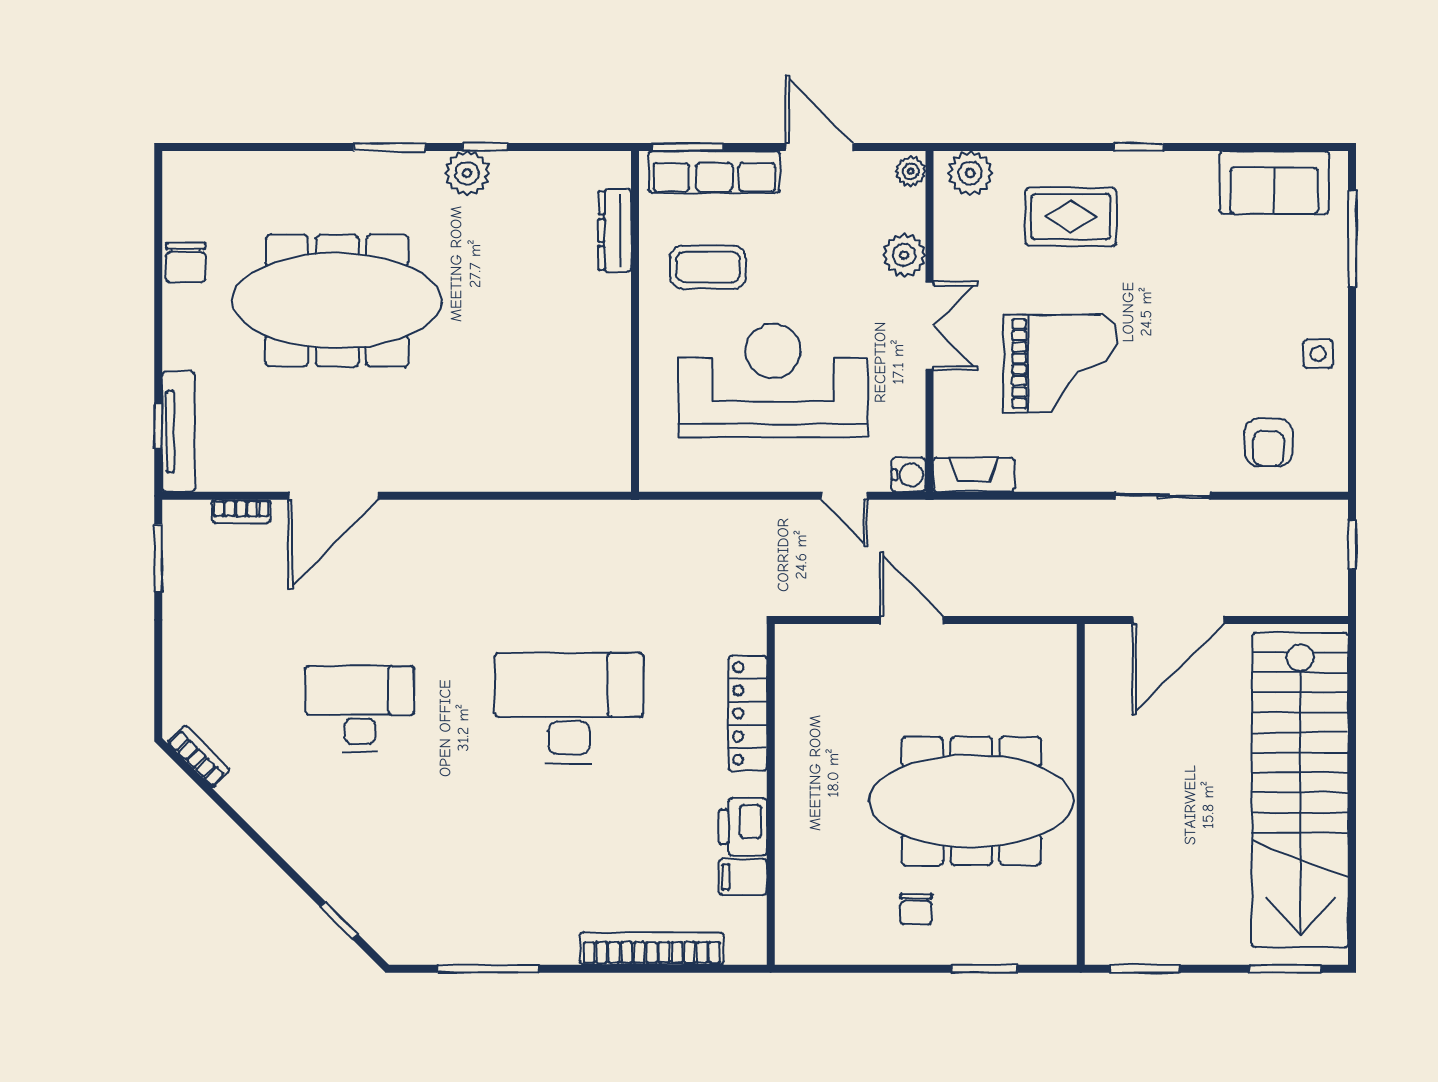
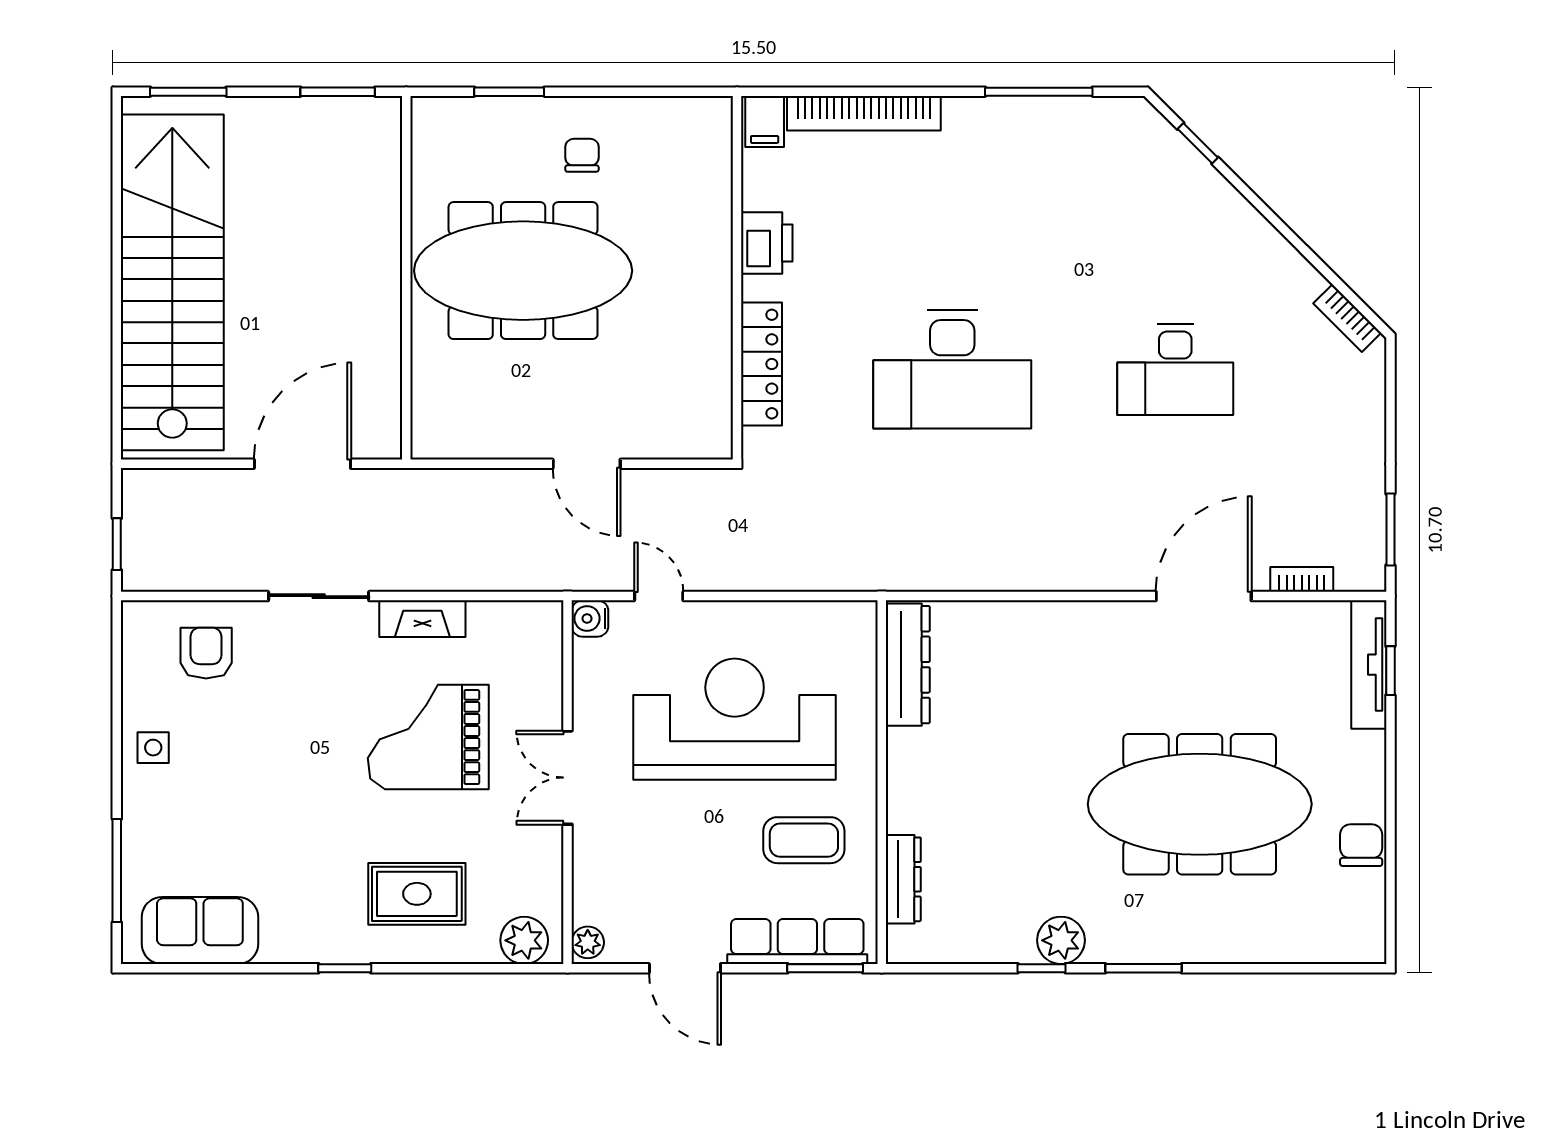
plant: (904, 255) -> (595, 853), removed
reception desk: (773, 380) -> (735, 719), turned 180
dresser: (611, 432) -> (908, 665), added
fireplace: (974, 475) -> (422, 619), moved
filing cabinet: (743, 877) -> (765, 121), moved, turned 90

